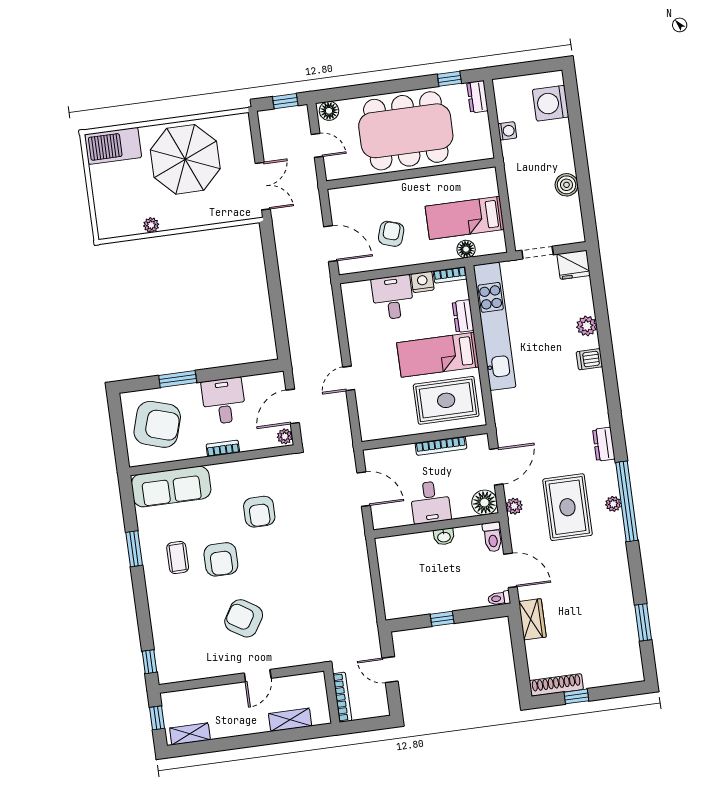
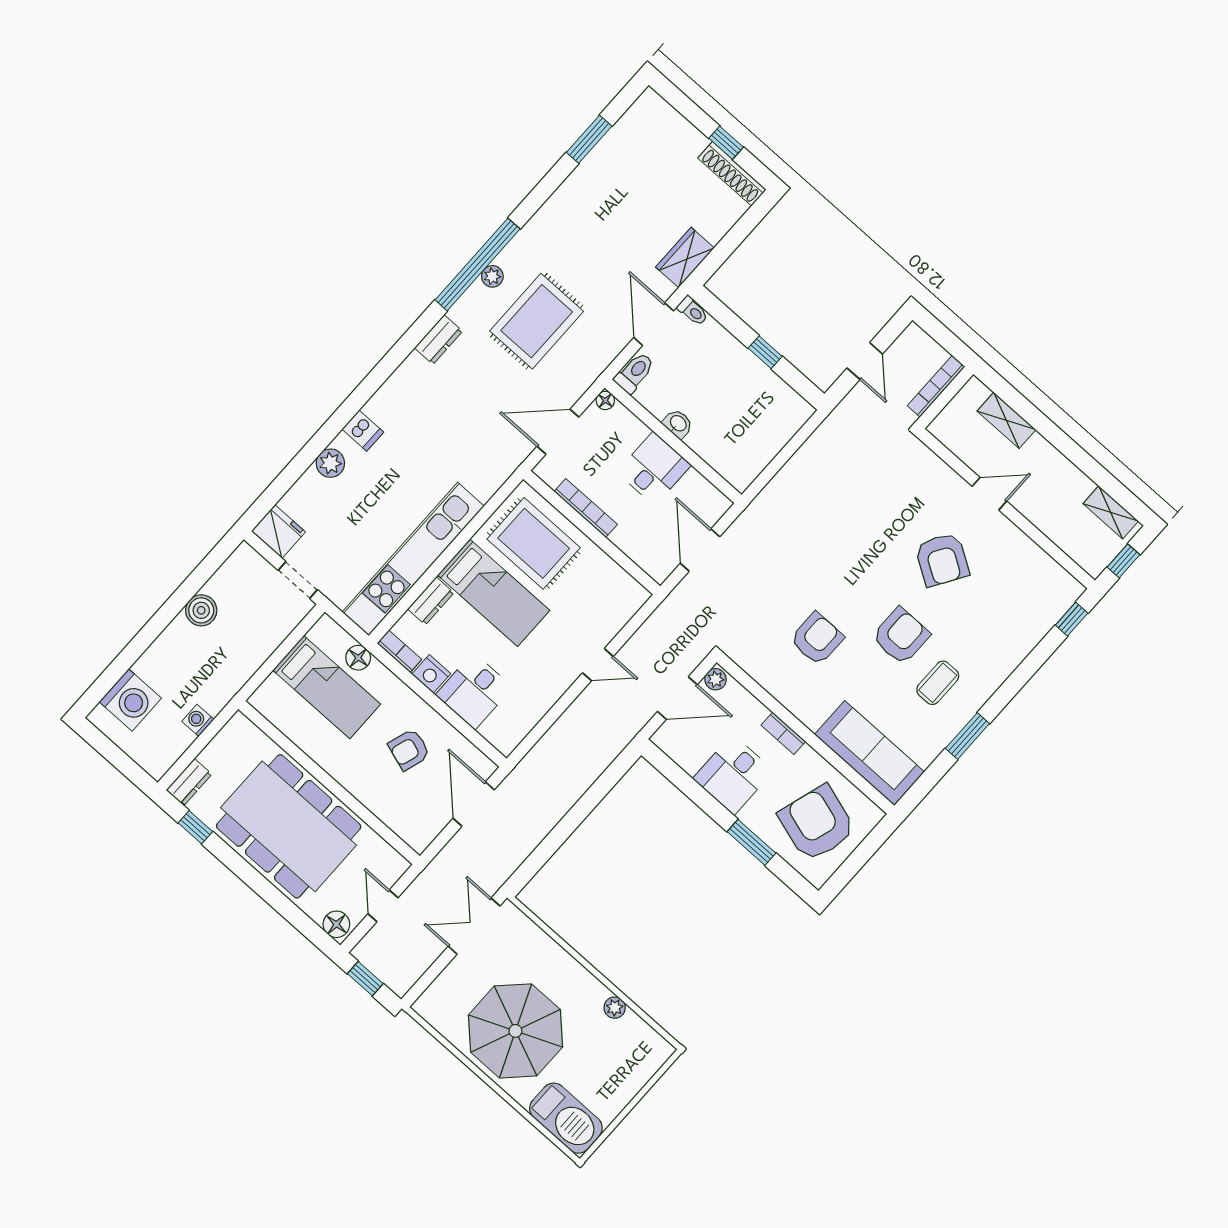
floor lamp: (484, 503) -> (605, 400), width x0.53, depth x0.53
plant: (514, 506) -> (583, 378), removed

